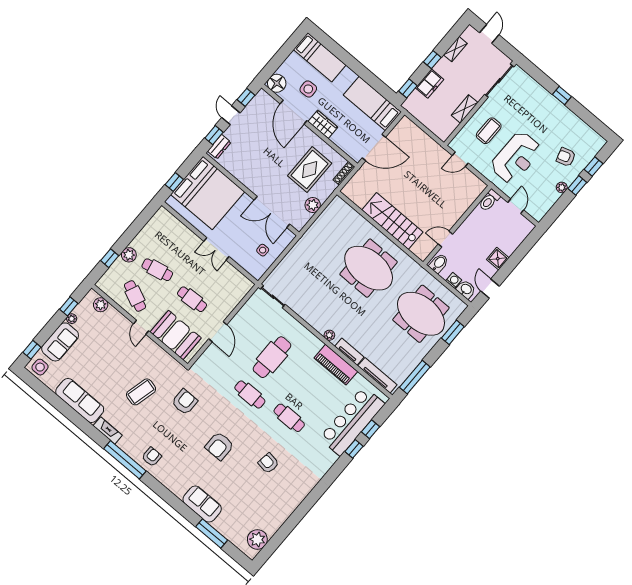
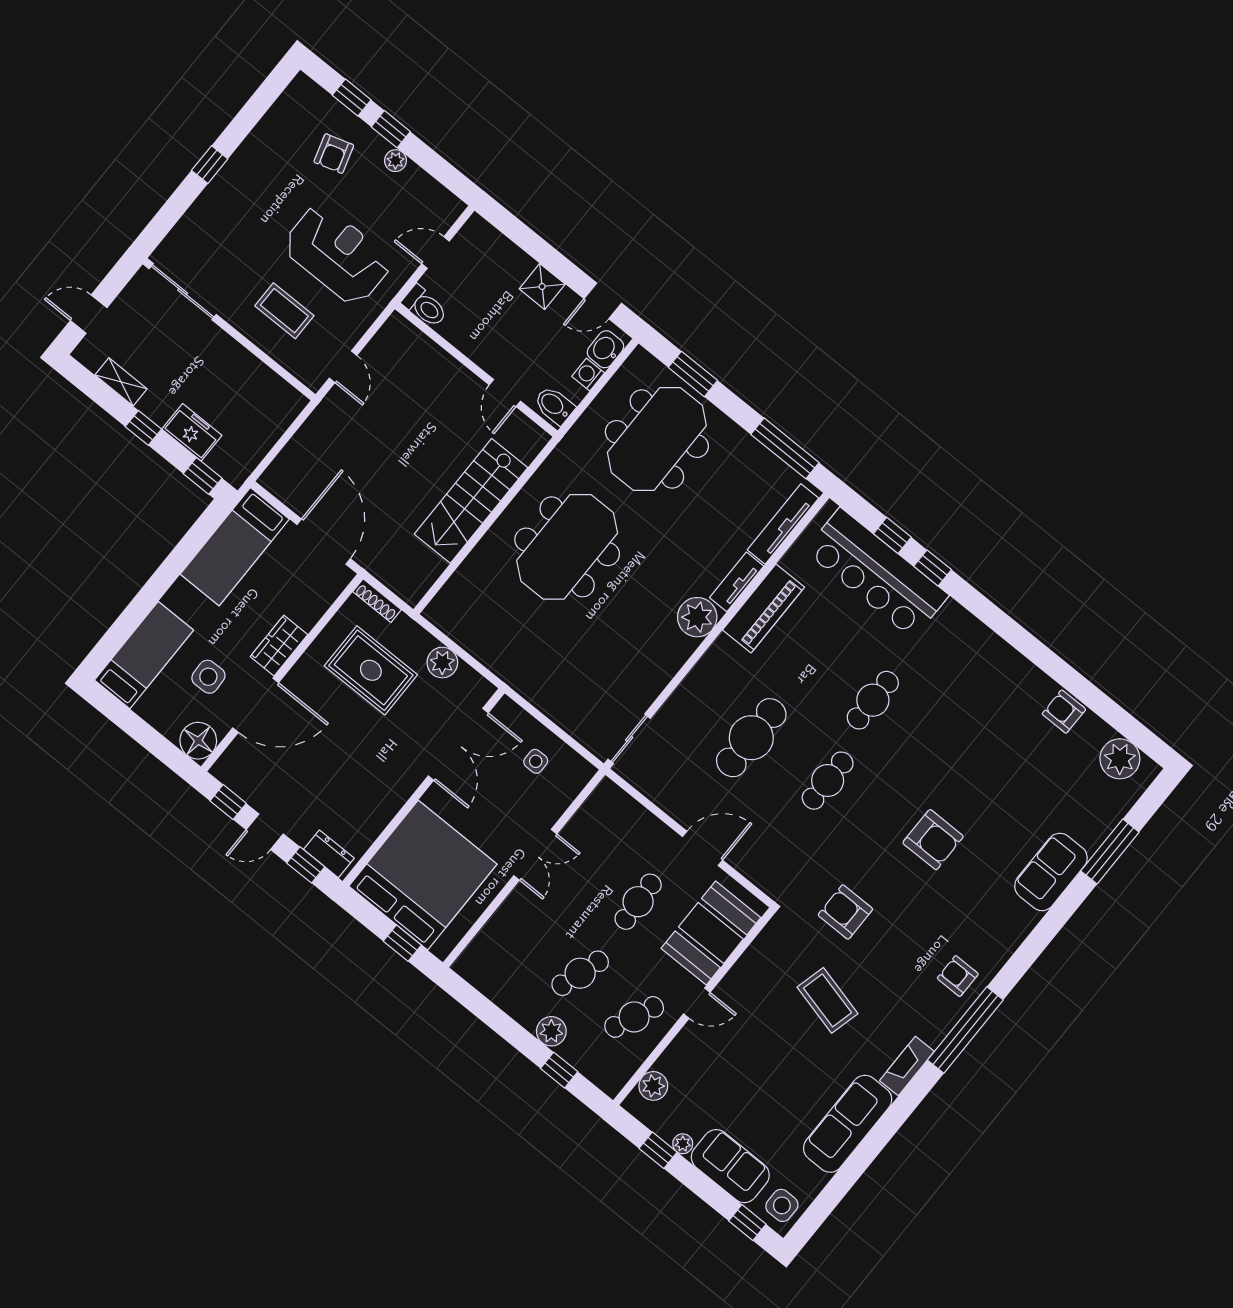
shelving: (465, 109) -> (241, 360), removed
cafe table: (157, 270) -> (580, 973), turned 30
plant: (329, 335) -> (697, 617), width x1.88, depth x1.88
cafe table: (272, 357) -> (751, 738), turned 90
armchair: (268, 463) -> (1064, 712), moved, turned 82

